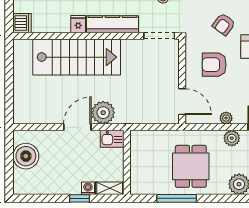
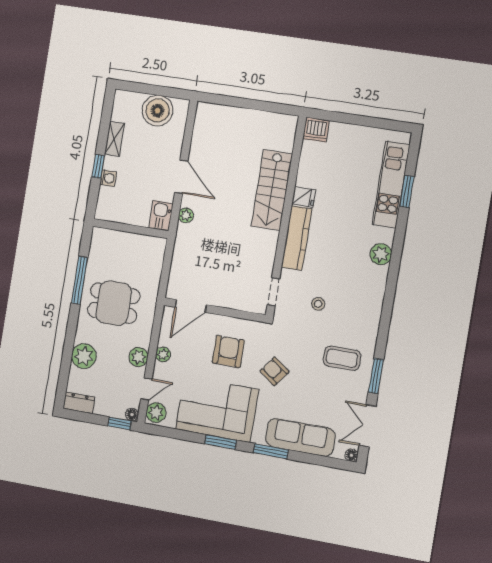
doorway: (159, 36) -> (273, 292), width x0.73
stairs: (77, 57) -> (272, 190), width x0.73, depth x0.66
plant: (103, 113) -> (186, 215), width x0.53, depth x0.53
shelving: (110, 188) -> (115, 139), moved

